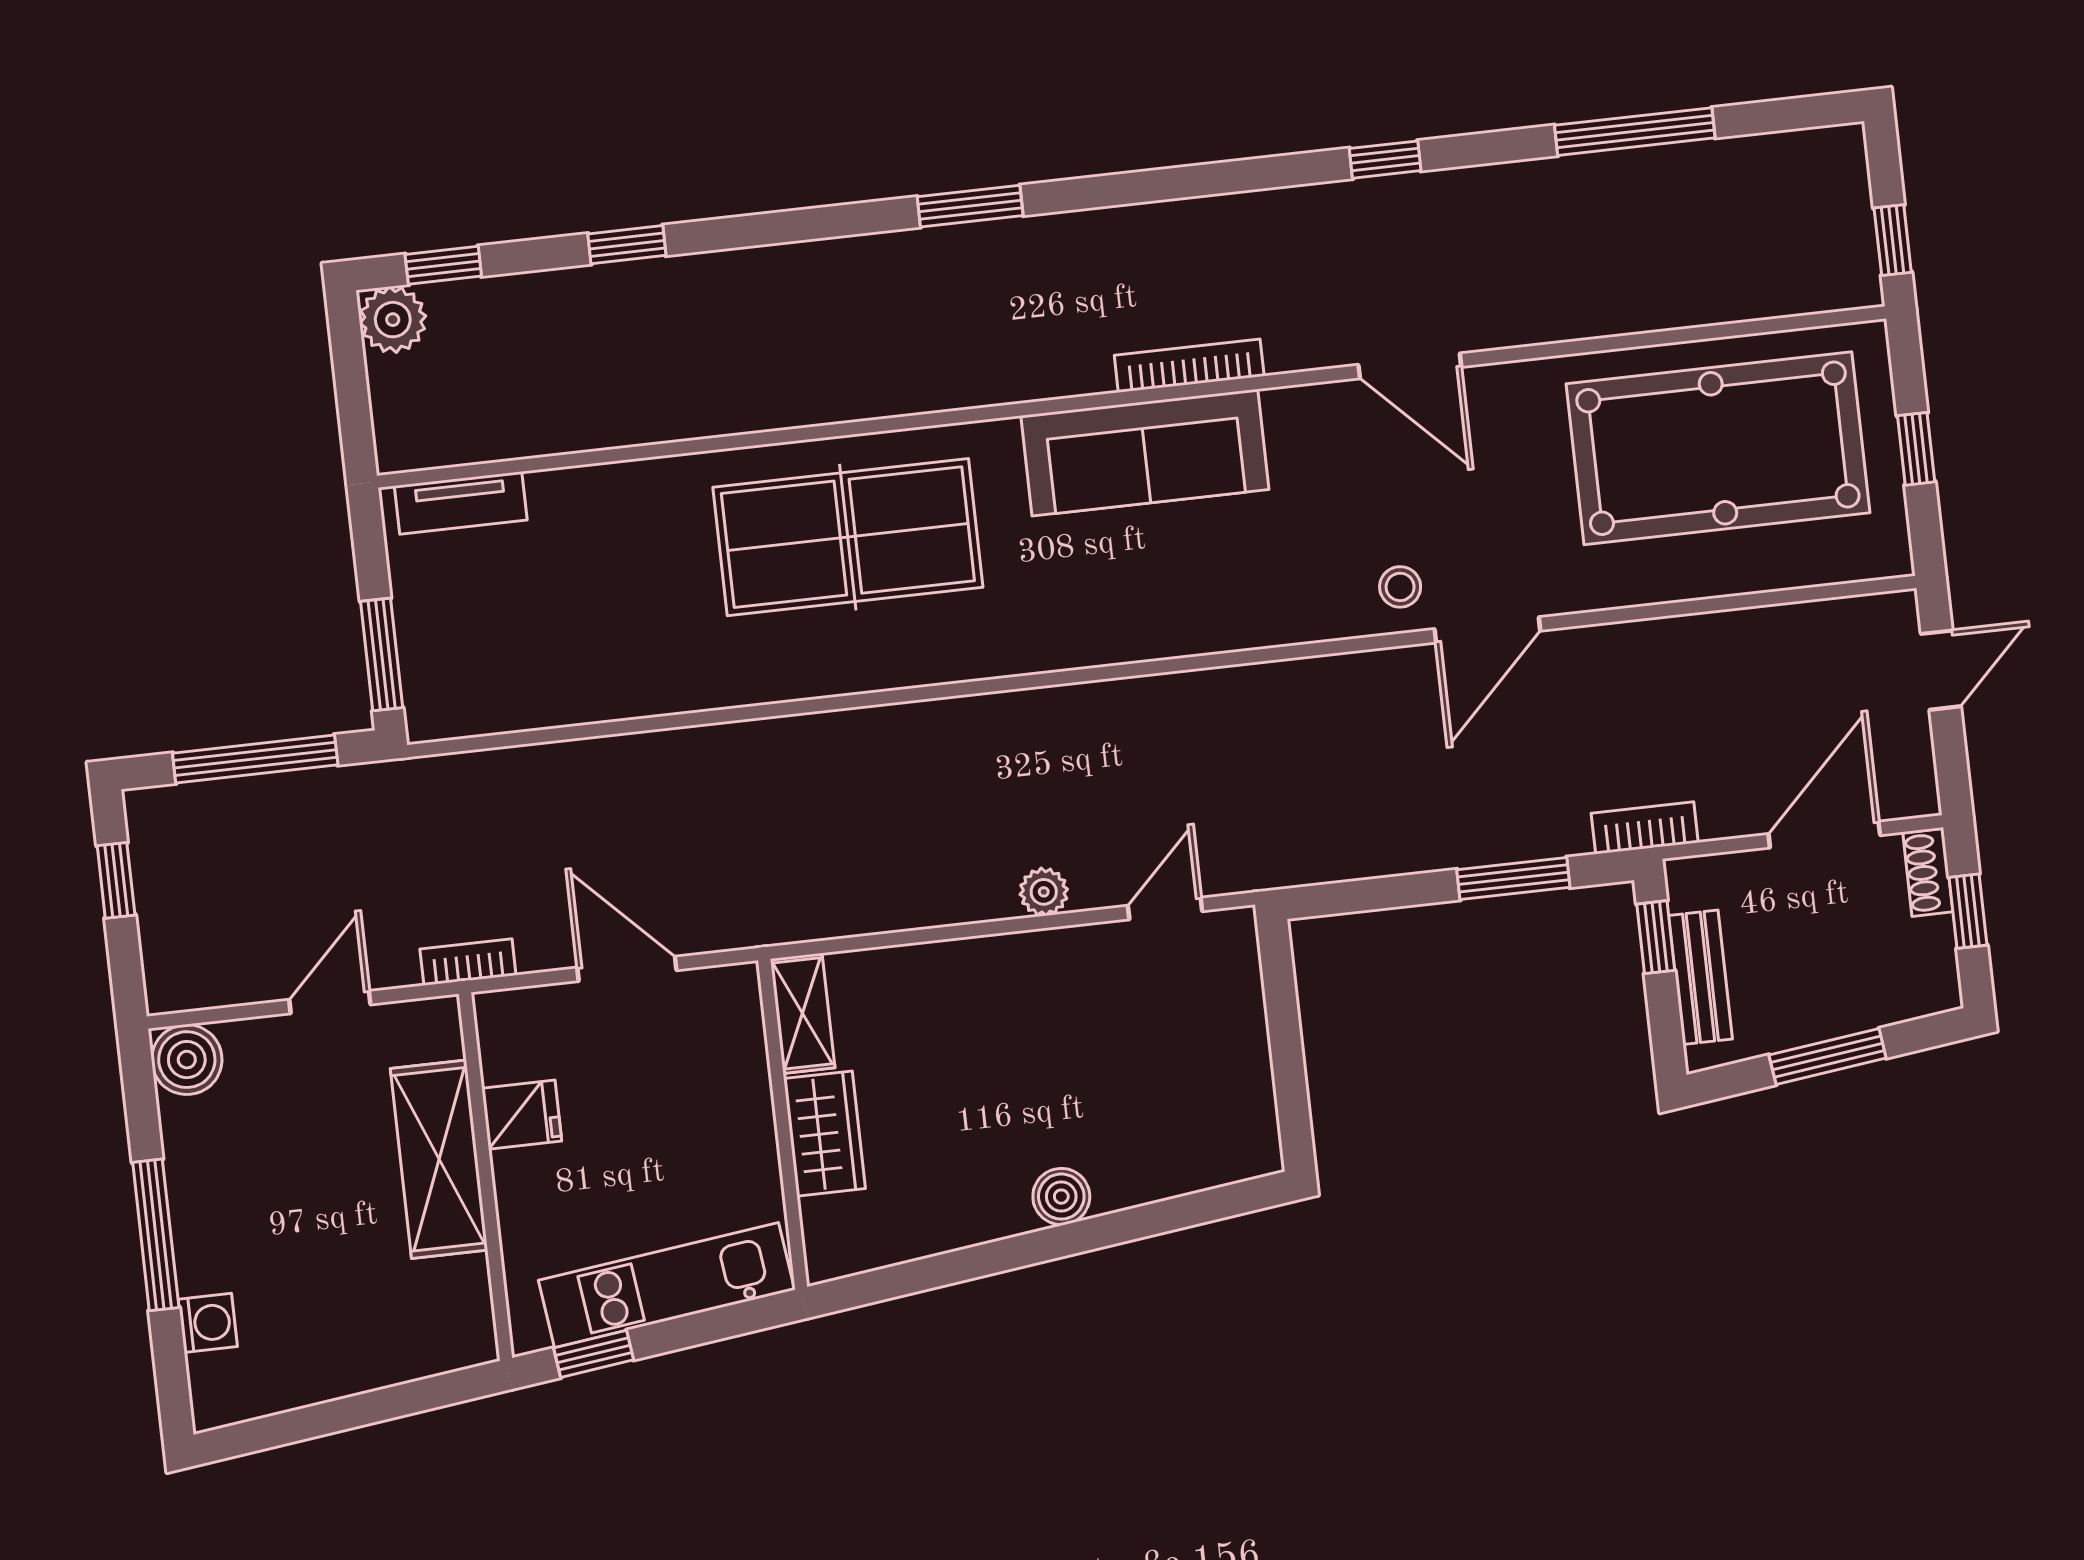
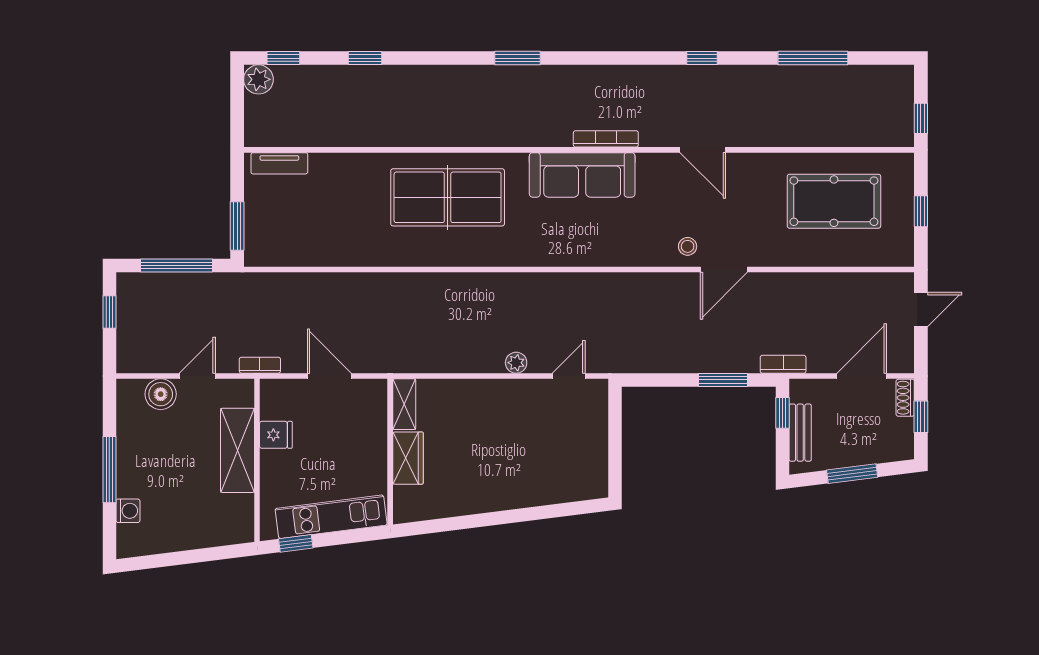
pool table: (1718, 448) -> (834, 201), width x0.73, depth x0.76
boiler: (187, 1060) -> (161, 394), moved
boiler: (1061, 1197) -> (509, 497), removed

